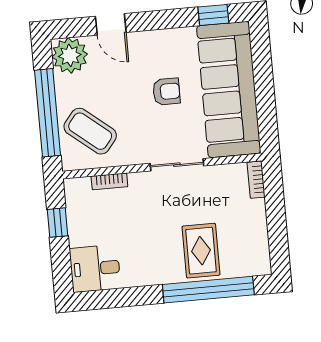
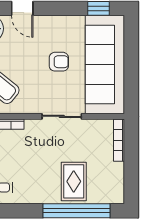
bookcase: (256, 180) -> (119, 140), width x1.56

